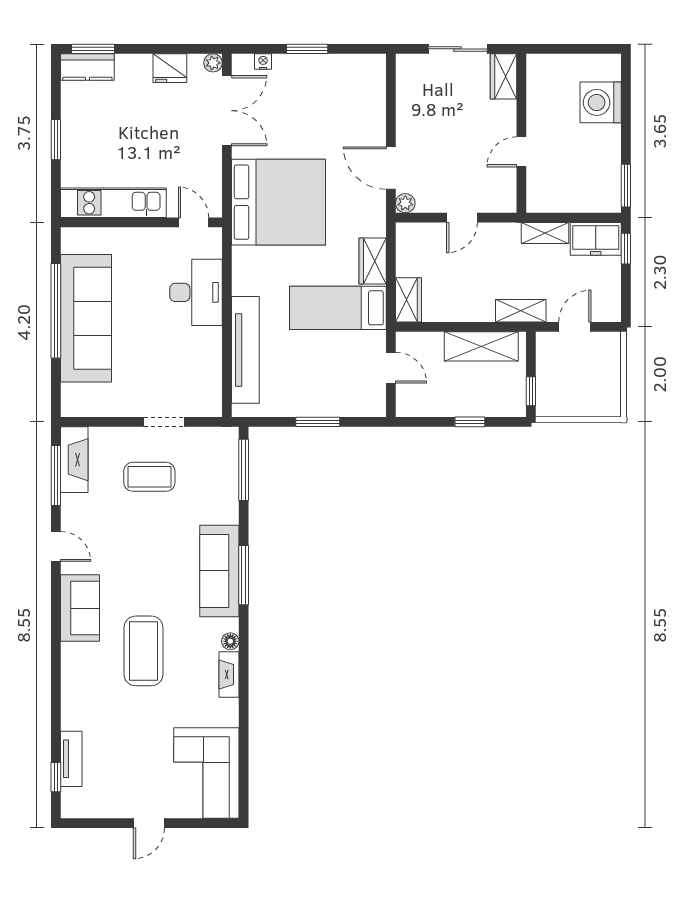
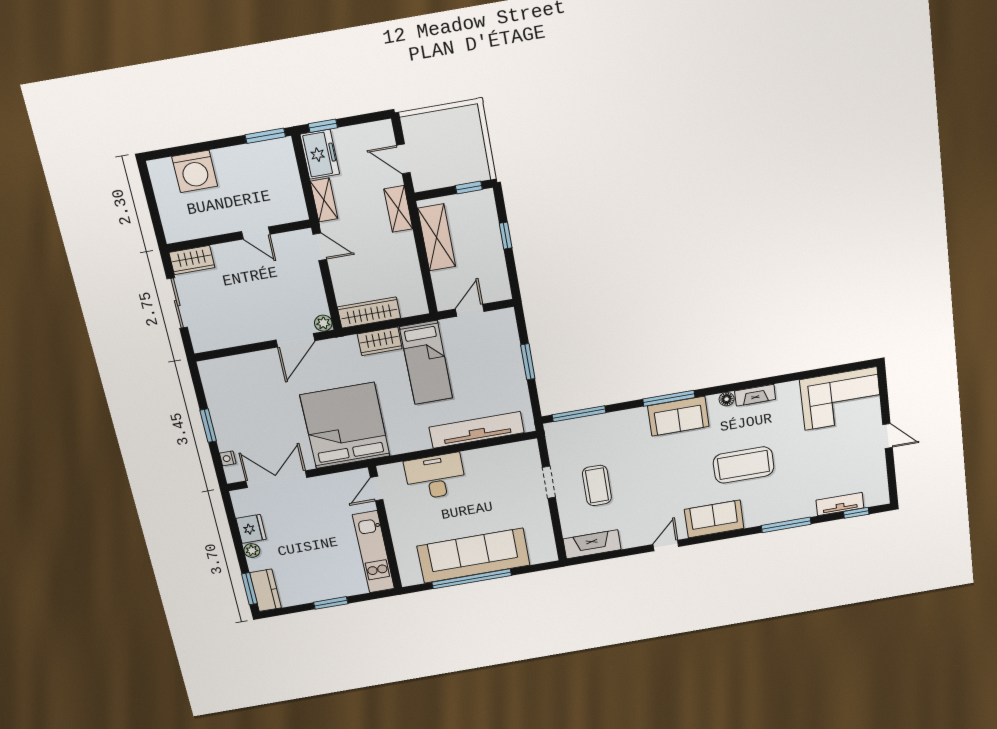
plant: (213, 63) -> (252, 550), moved
door: (462, 218) -> (320, 247), moved
wardrobe: (408, 300) -> (369, 313), moved, width x1.50
window: (56, 476) -> (786, 525), moved
sofa: (219, 571) -> (678, 416), width x0.73

